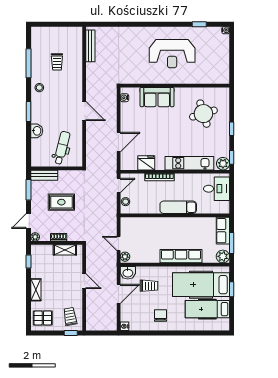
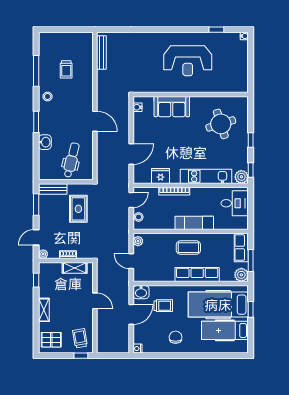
rug: (61, 202) -> (78, 209), moved, turned 90
coffee table: (173, 231) -> (188, 248), added
plant: (125, 257) -> (138, 241), moved

